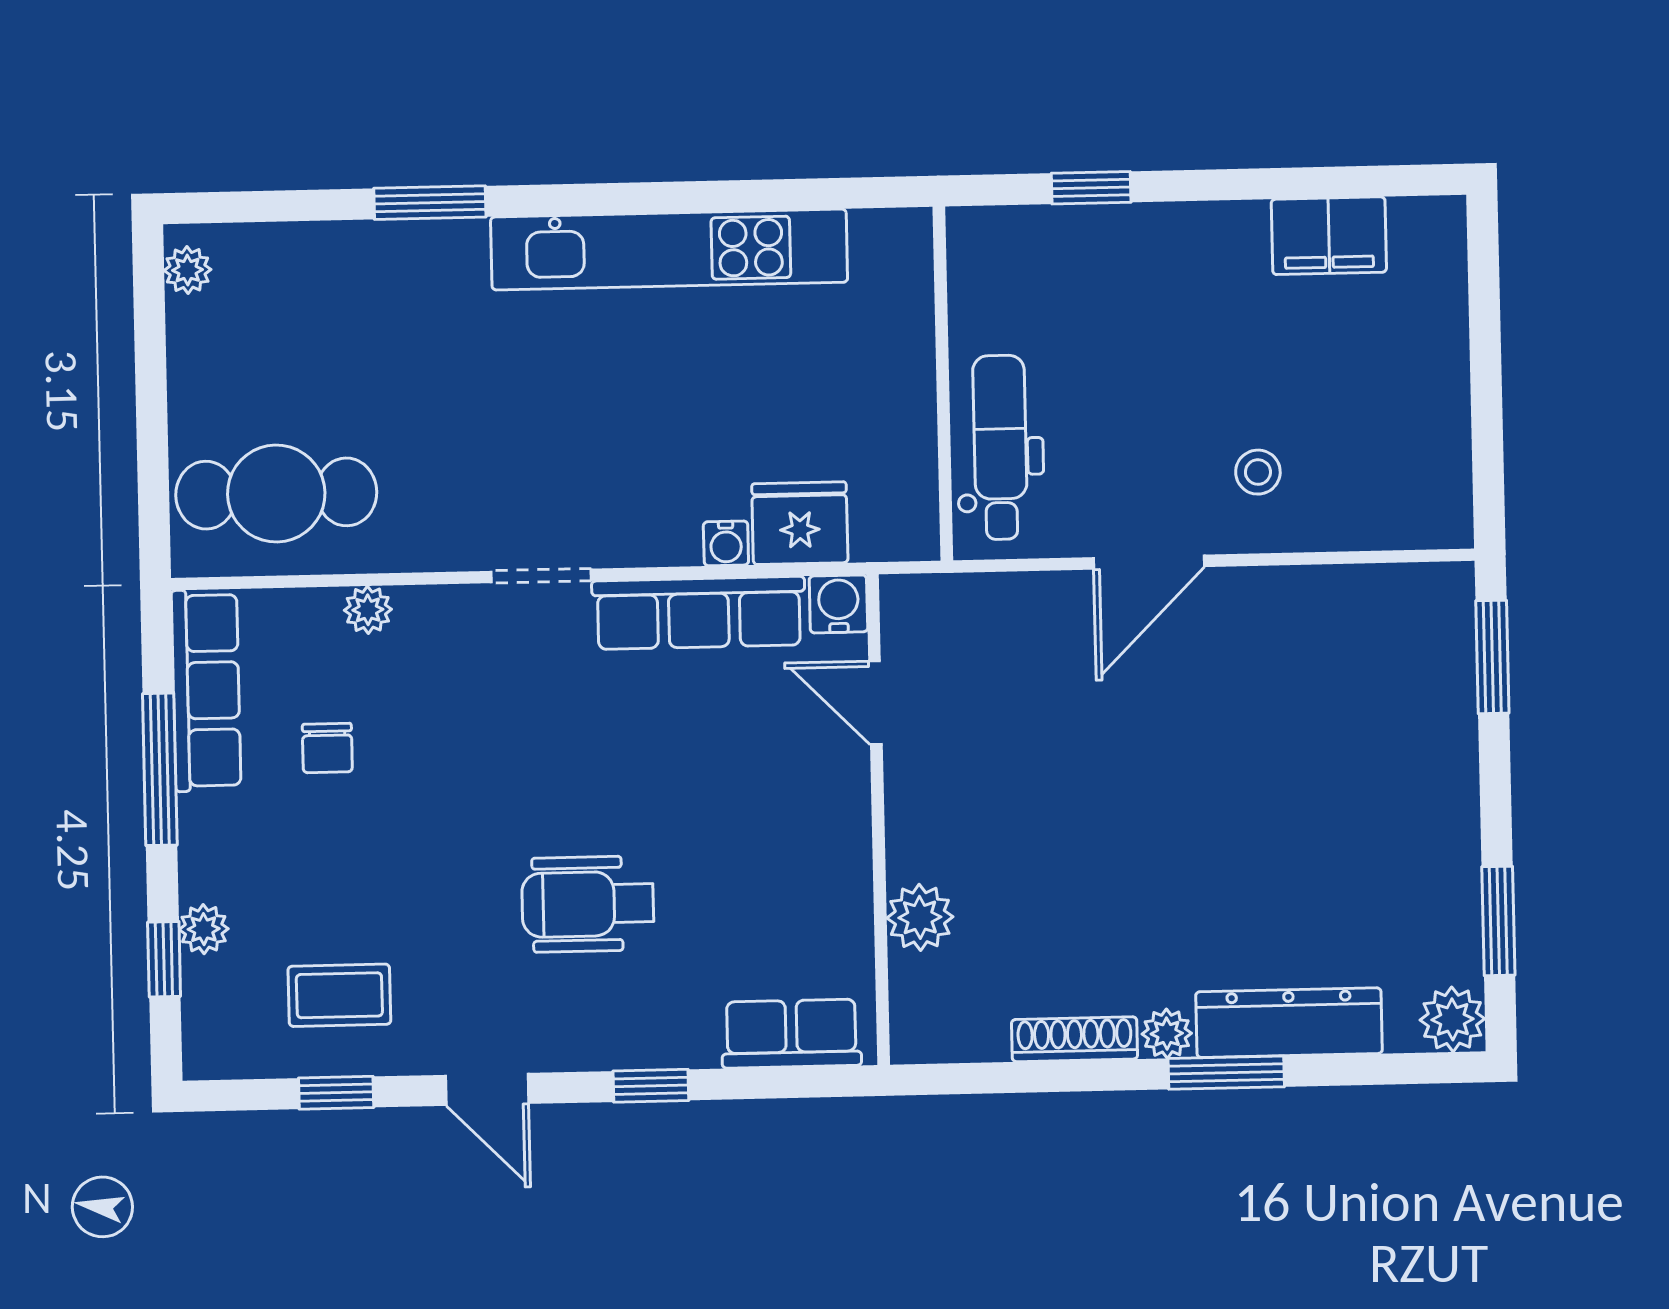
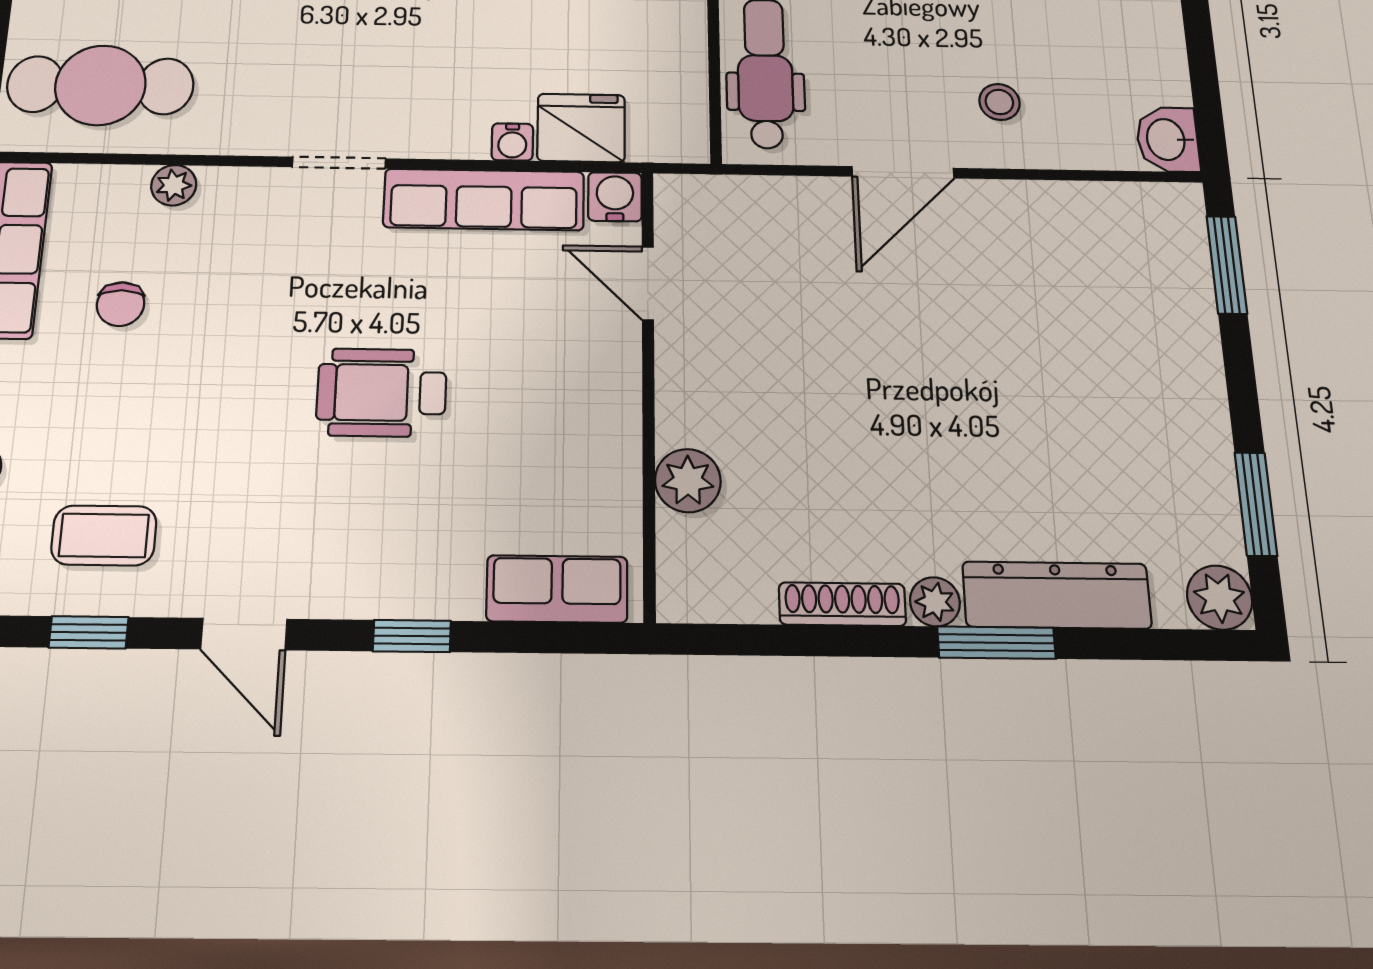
washbasin: (1440, 510) -> (1168, 140), added
wheelchair: (588, 904) -> (382, 393), moved

